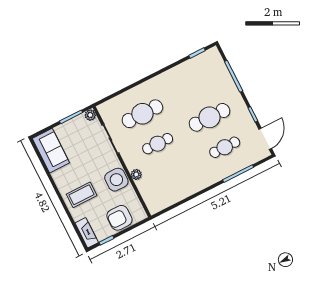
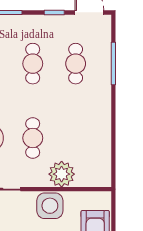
cafe table: (210, 117) -> (33, 64), width x0.73, depth x0.74
plant: (136, 174) -> (62, 174), width x1.88, depth x1.88

